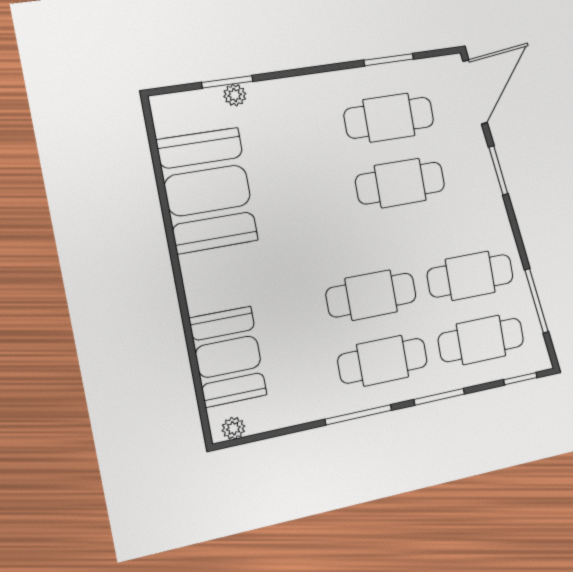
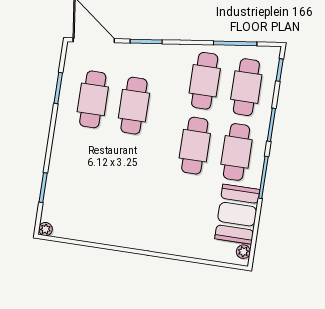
plant: (235, 95) -> (45, 229), moved
booth: (207, 191) -> (102, 220), removed
booth: (228, 357) -> (237, 214), moved, turned 90

